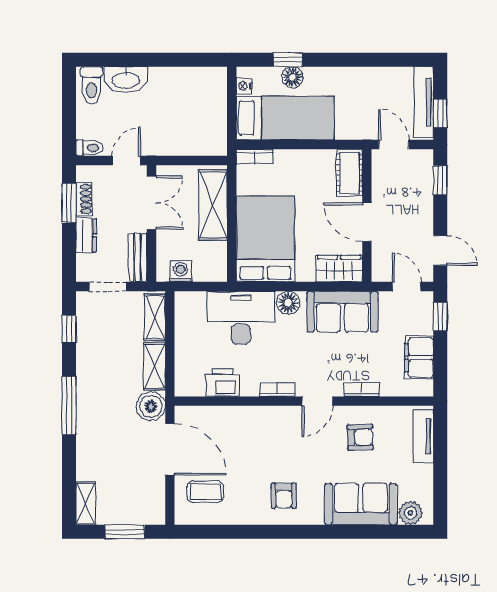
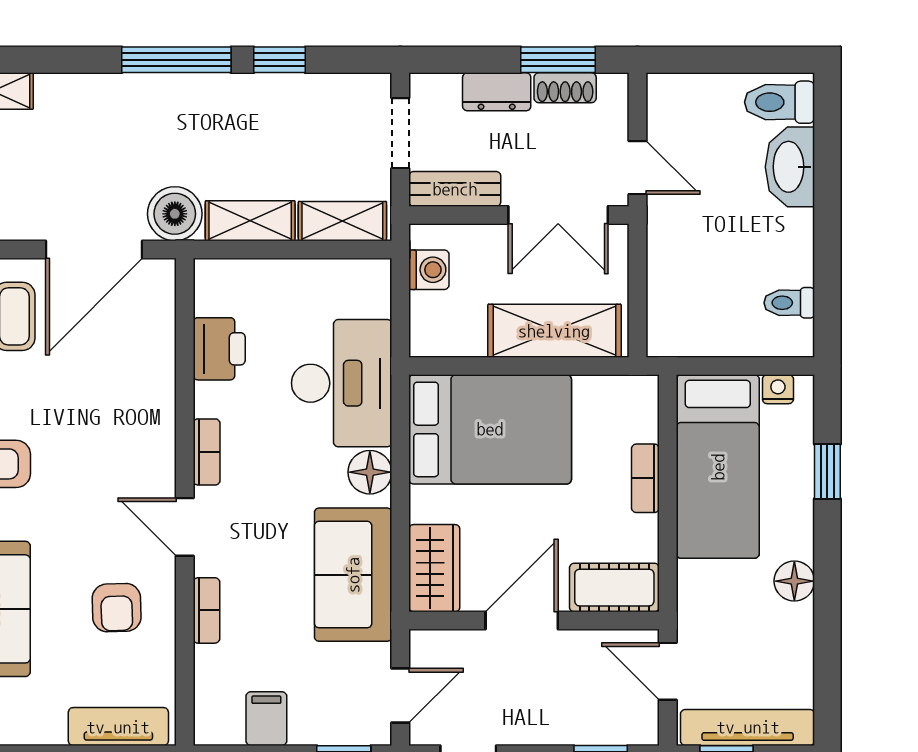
floor lamp: (292, 77) -> (794, 581), moved
door: (394, 145) -> (668, 671), swing flipped
toilet: (89, 148) -> (789, 303), moved, turned 90
bookcase: (255, 156) -> (645, 478), moved
window: (69, 329) -> (279, 60), moved
filing cabinet: (419, 358) -> (266, 719), width x0.50

